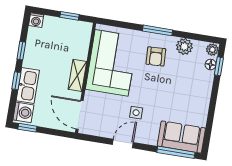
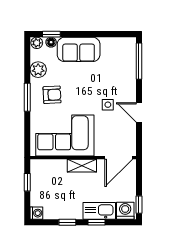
sofa: (181, 137) -> (79, 49), moved, turned -90

